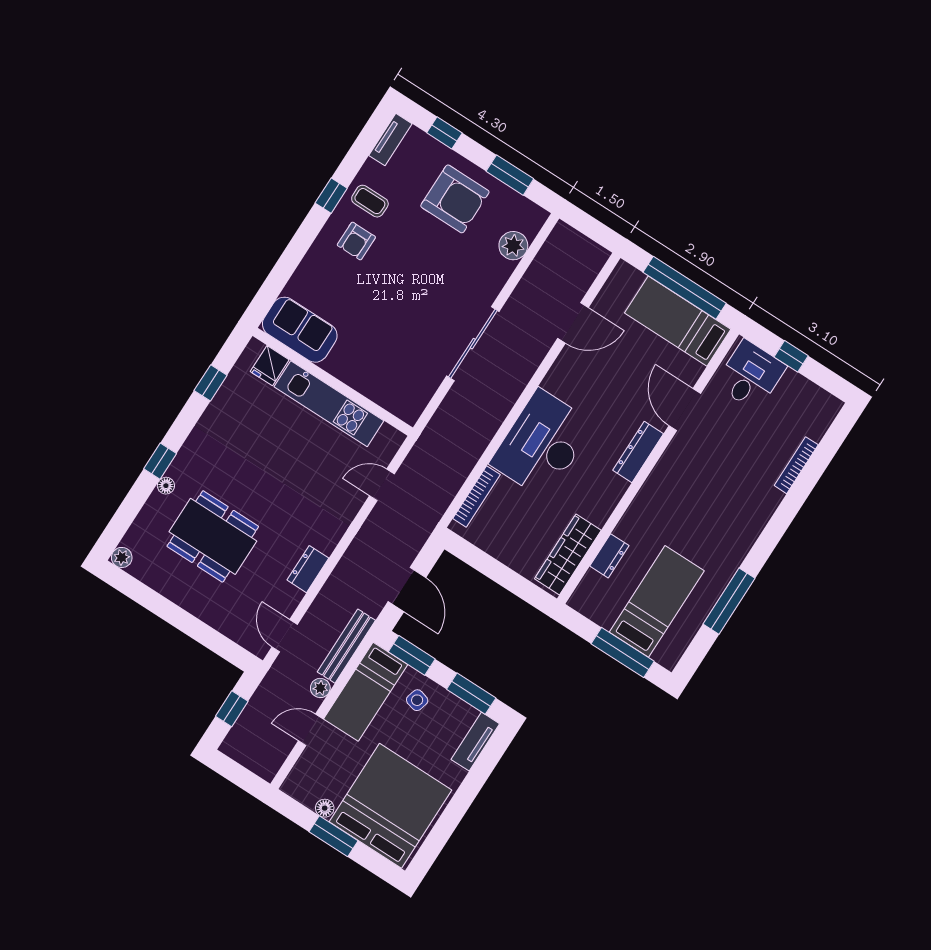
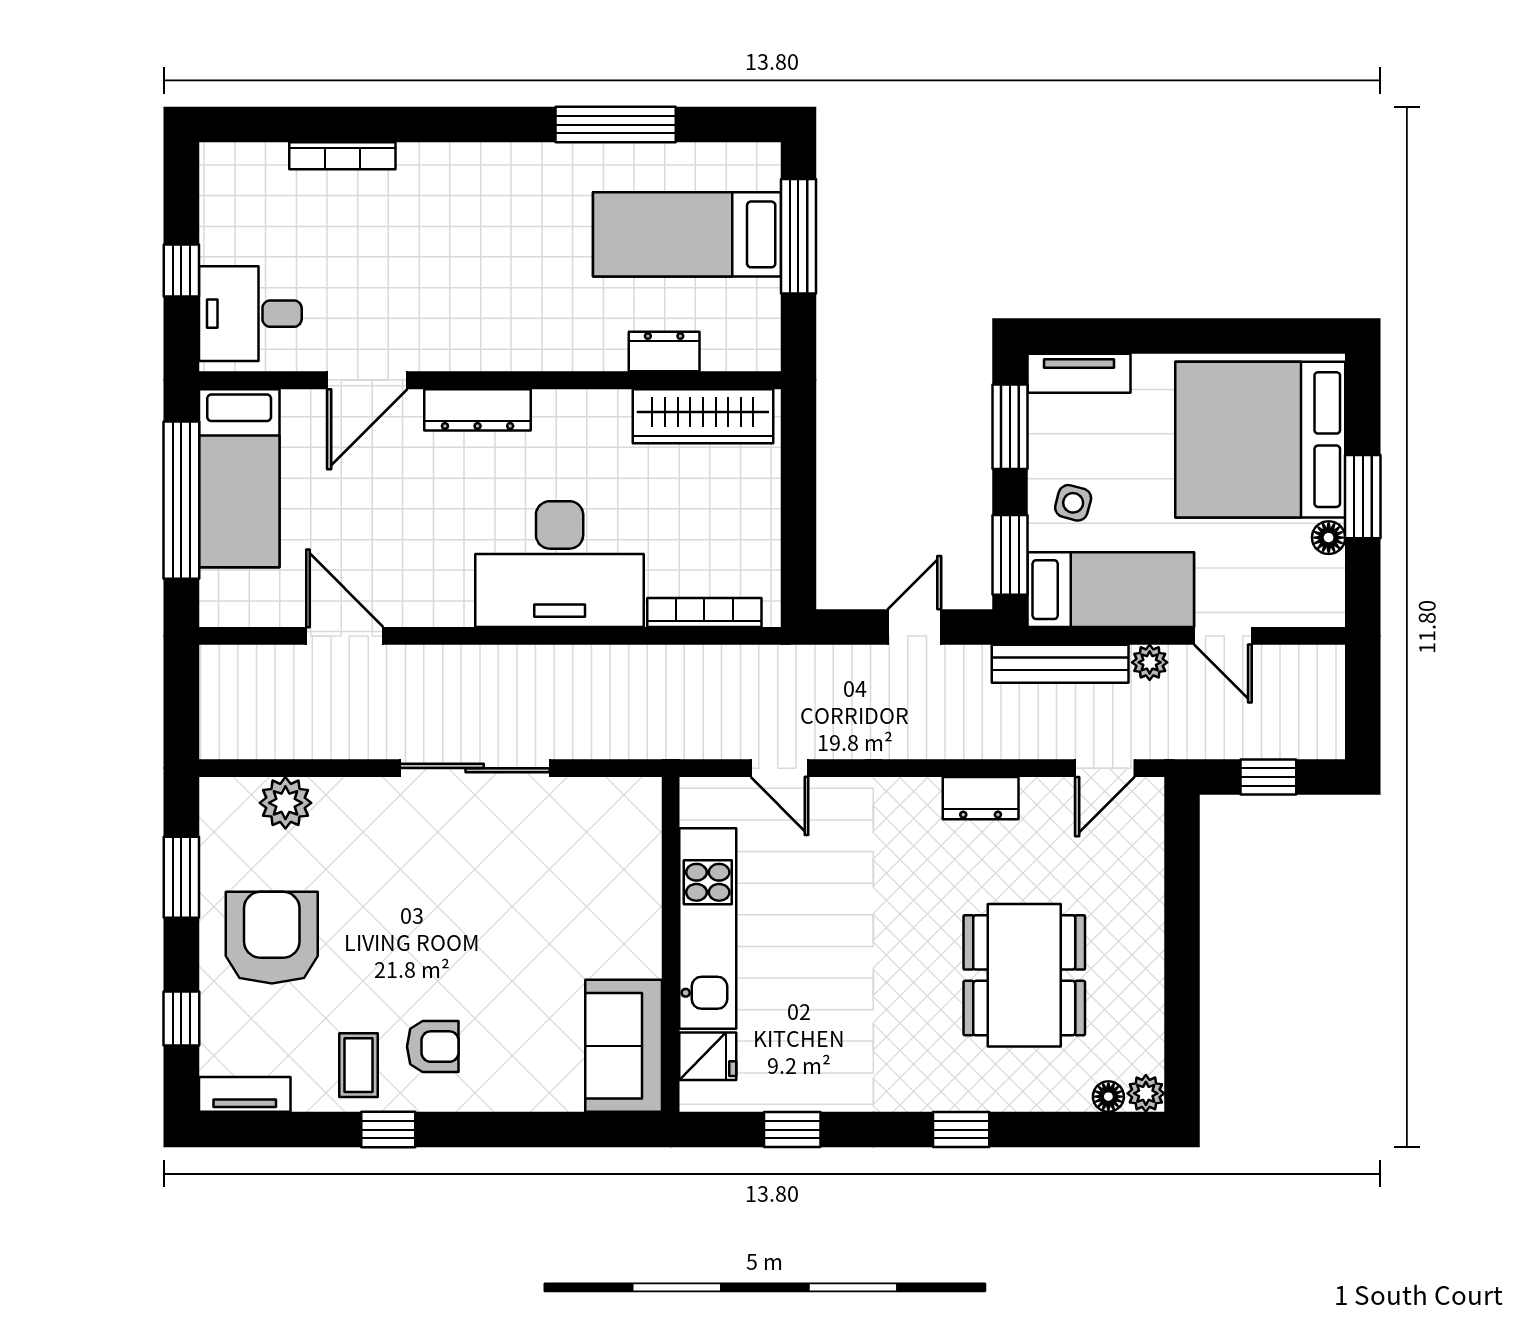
floor lamp: (166, 486) -> (1108, 1097), moved
door: (407, 590) -> (914, 627), width x0.73

